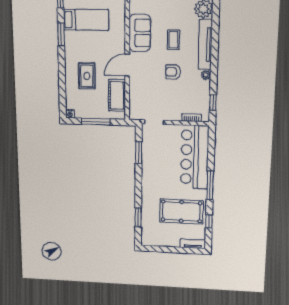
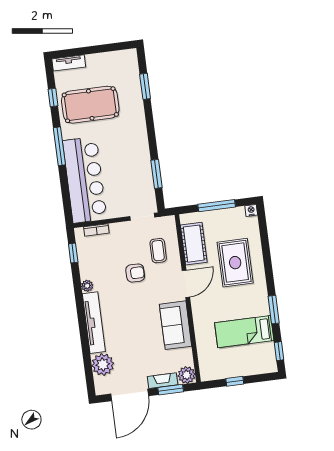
coffee table: (173, 40) -> (158, 251), moved
armchair: (173, 72) -> (135, 273), moved
rug: (87, 76) -> (235, 263), width x1.36, depth x1.43

